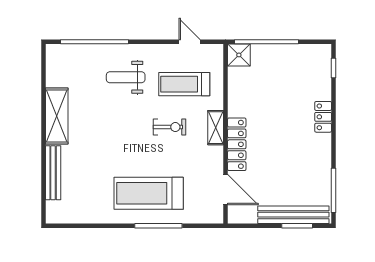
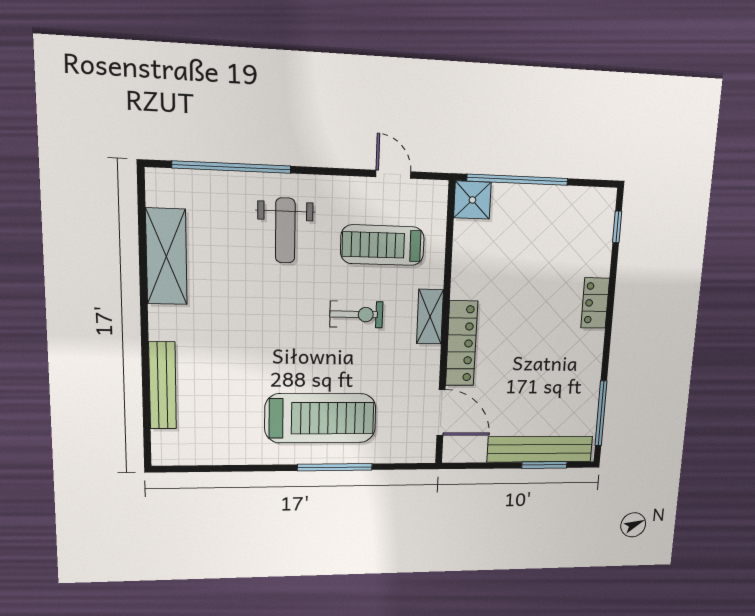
weight bench: (126, 77) -> (285, 230), turned -90
shelving: (57, 116) -> (166, 257), moved
treadmill: (149, 193) -> (321, 418), turned 180

